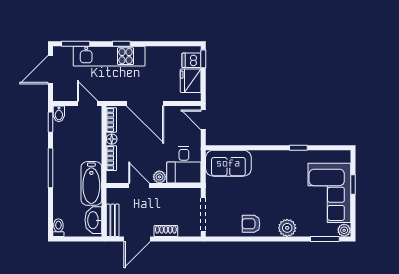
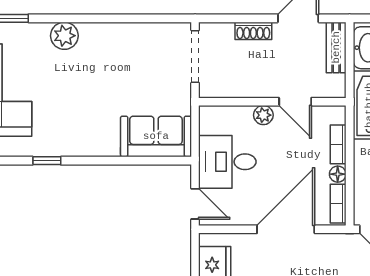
door: (145, 104) -> (286, 229), hinge flipped
desk: (184, 165) -> (227, 162), moved, turned -90
armchair: (251, 224) -> (121, 42), removed

